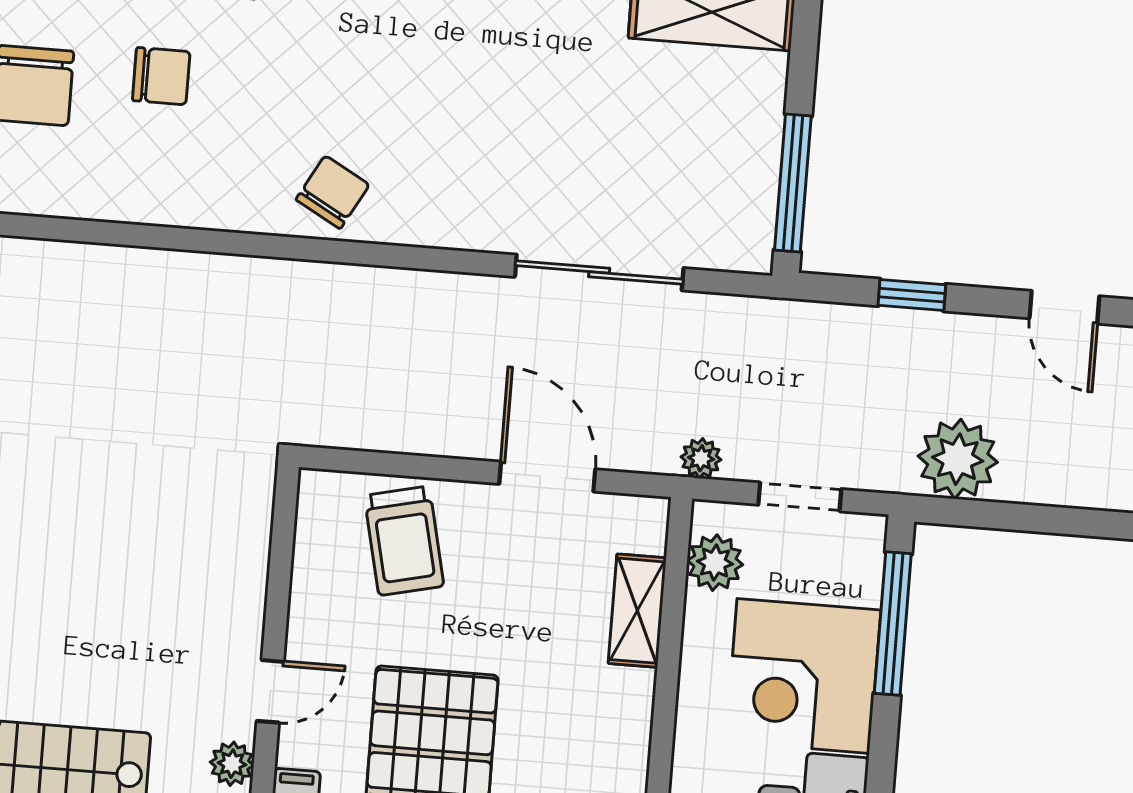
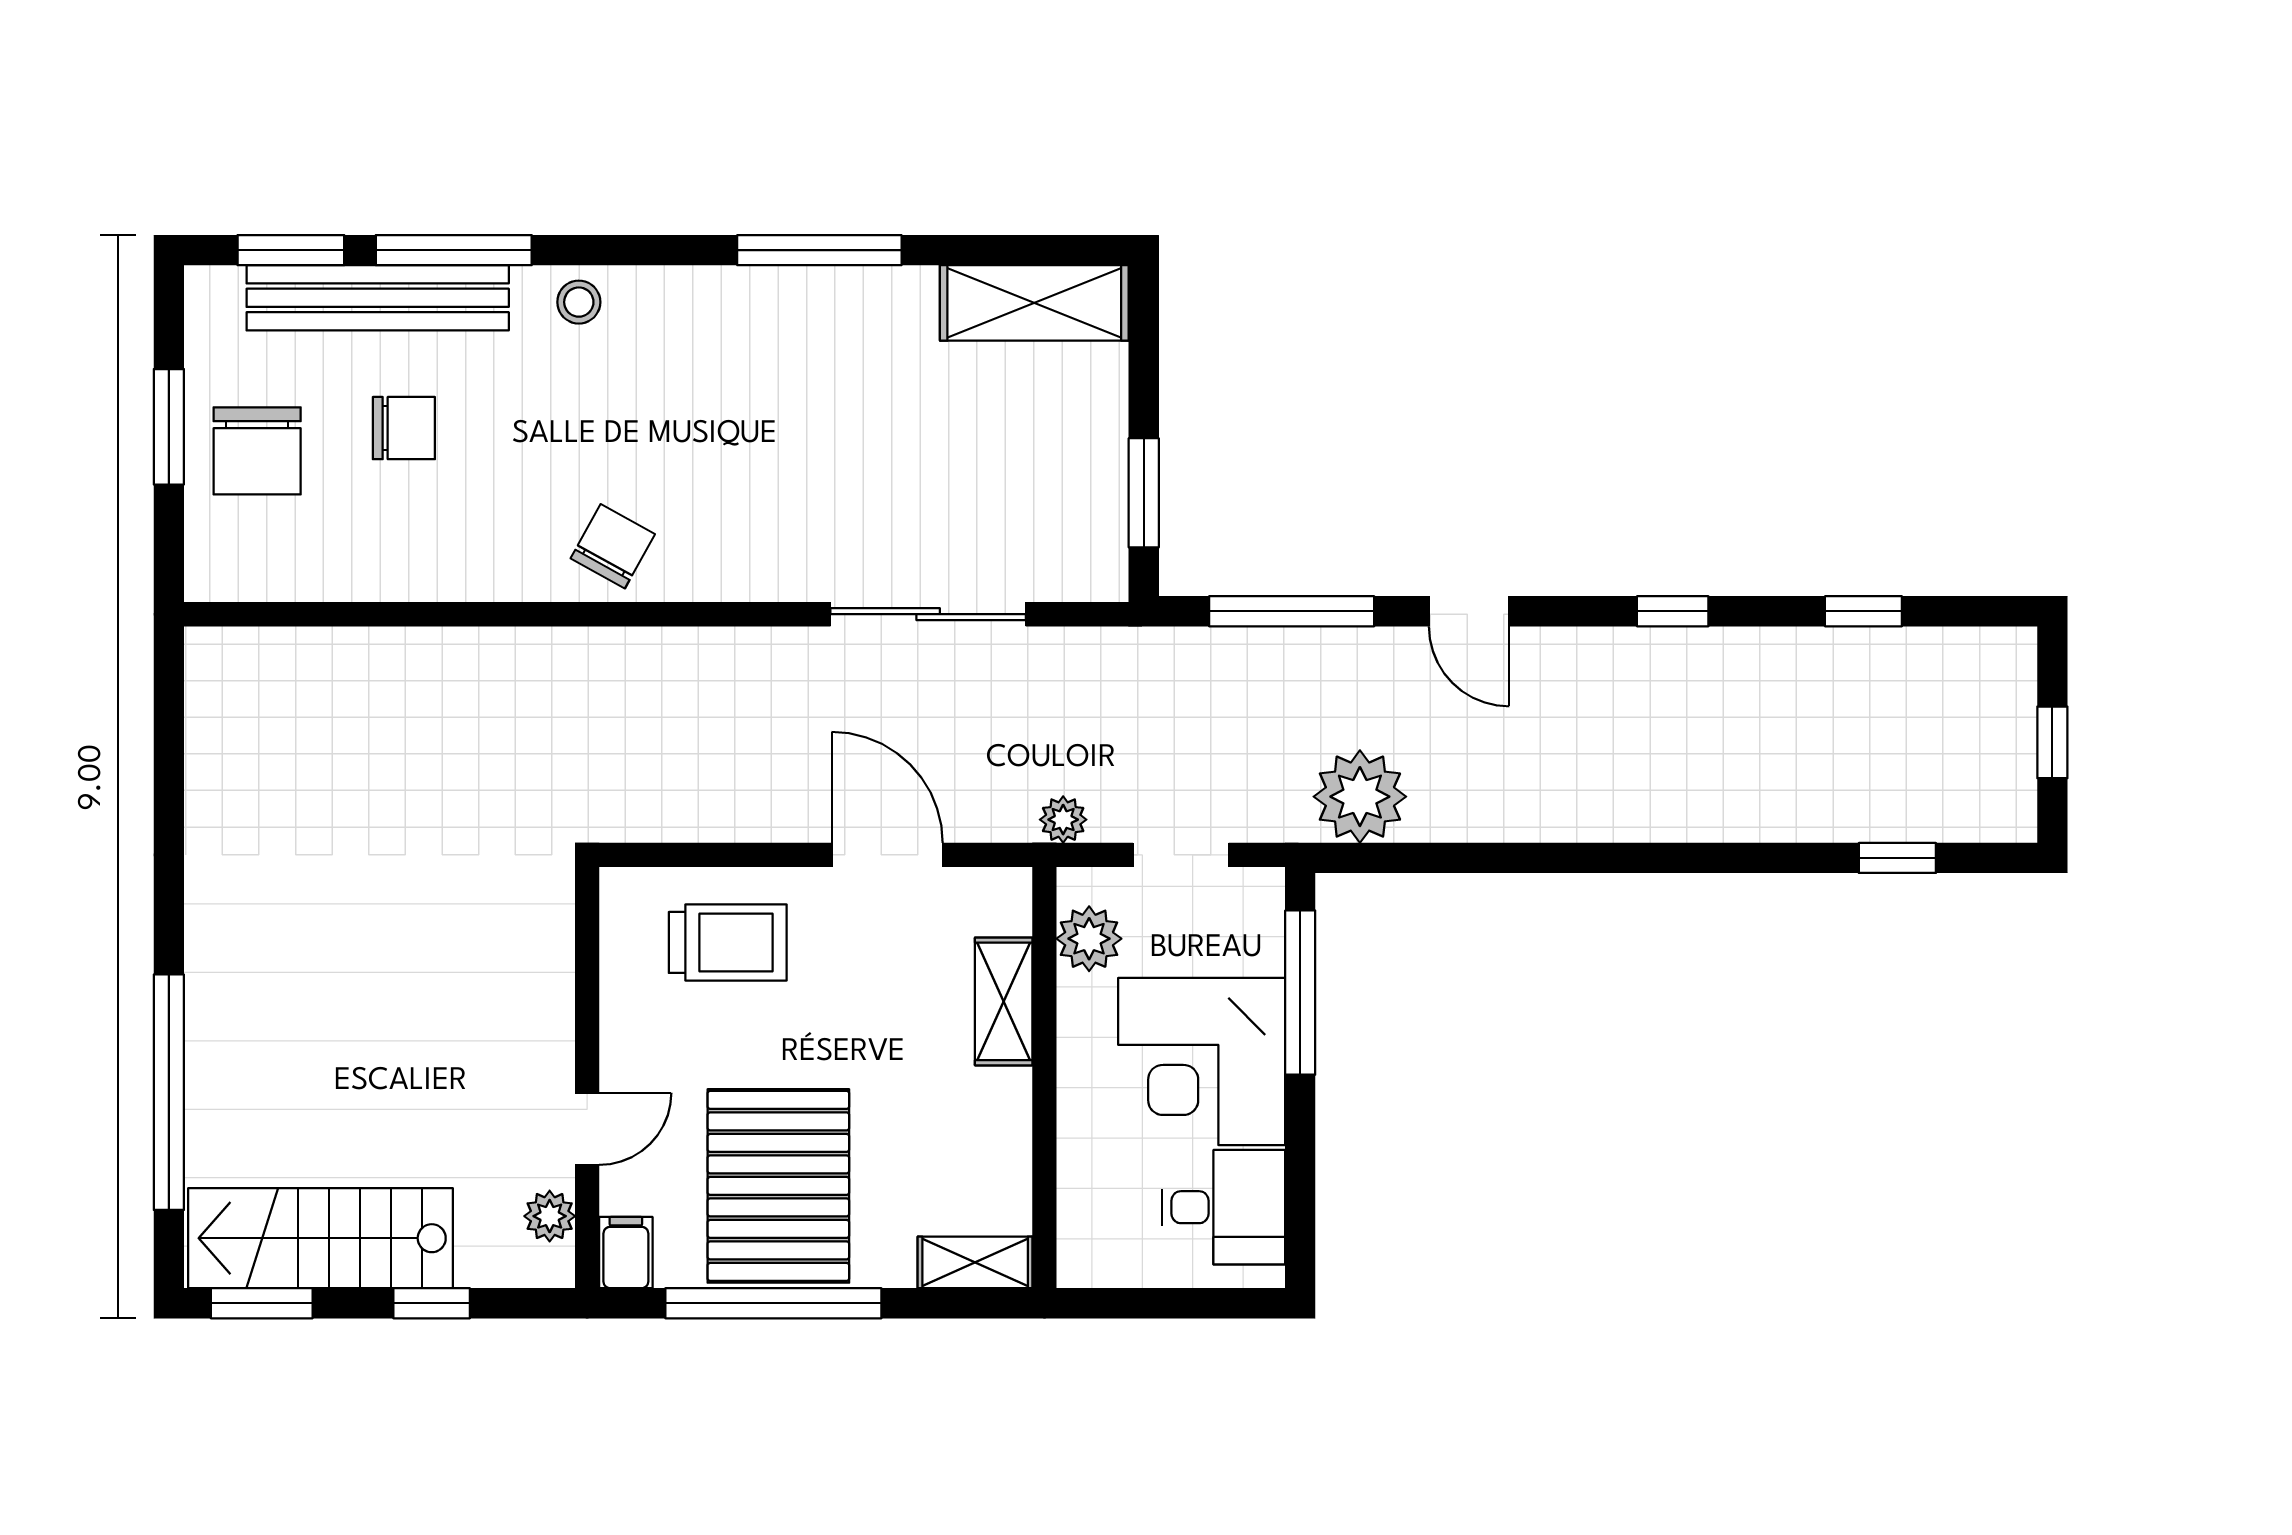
window: (793, 183) -> (1144, 493), width x0.69
window: (912, 295) -> (1292, 611), width x2.17
trolley: (404, 541) -> (728, 942), turned -77

